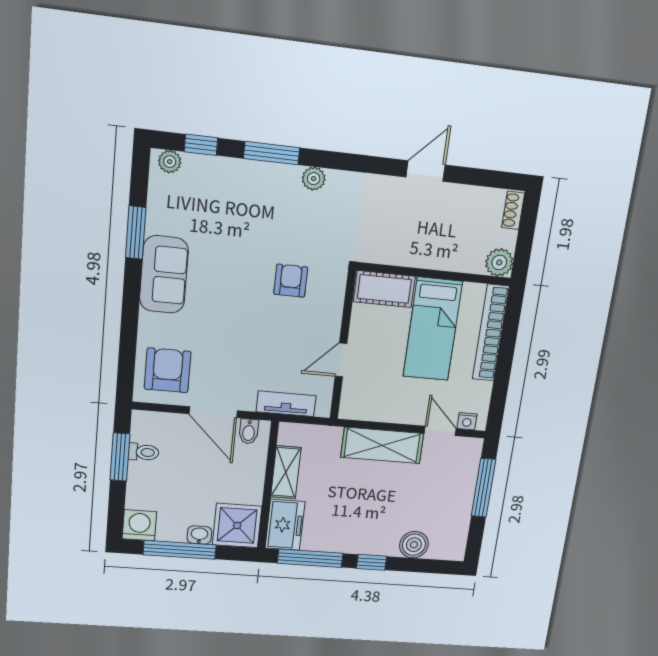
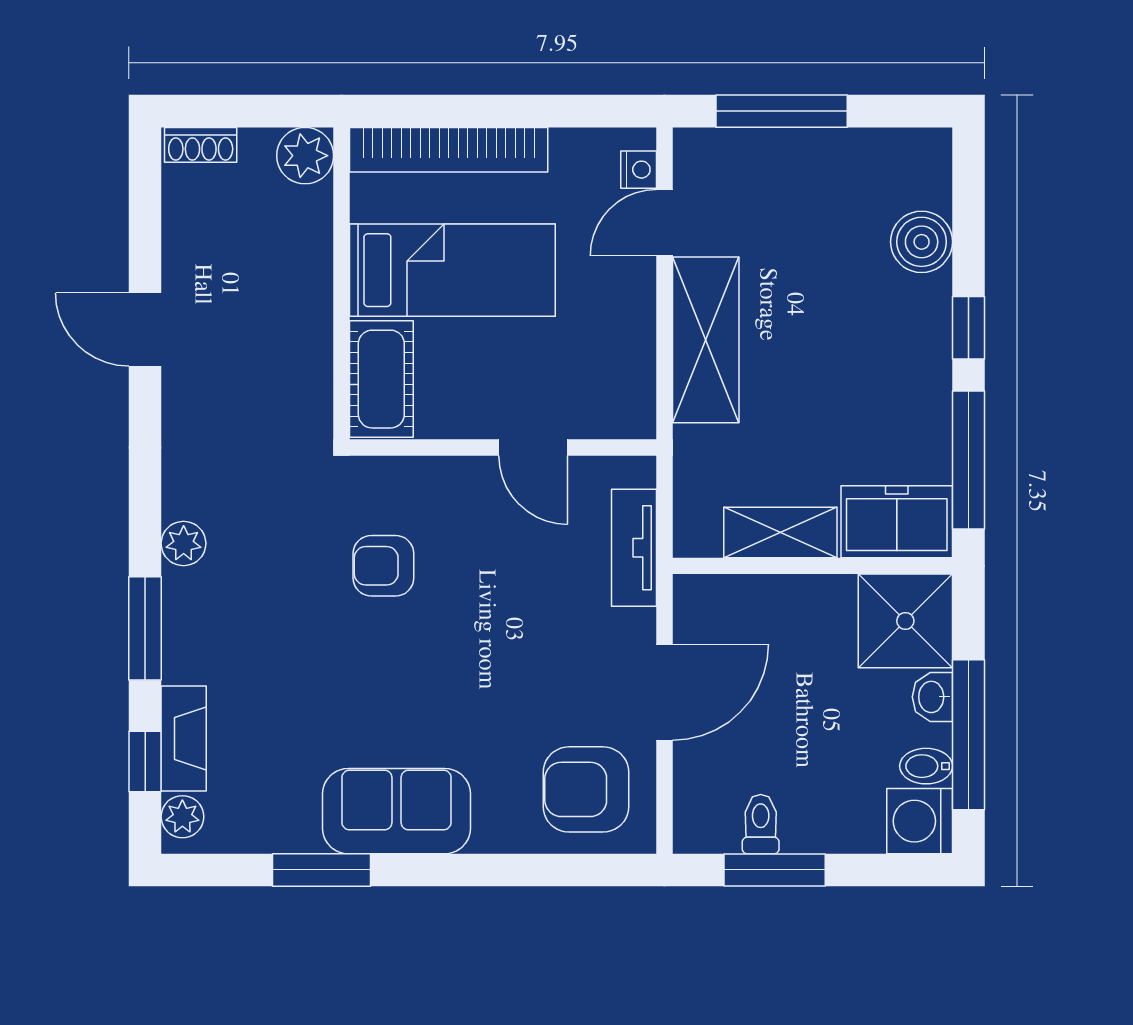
fireplace: (211, 167) -> (184, 739), added
bidet: (249, 431) -> (926, 766), moved, turned 180

